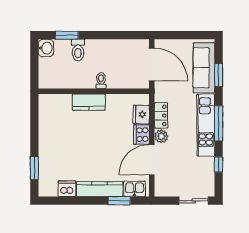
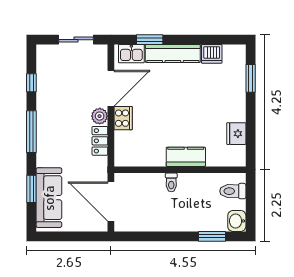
toilet: (78, 50) -> (233, 191), moved, turned -90
fridge: (141, 114) -> (236, 134), moved, turned 180
kitchen unit: (206, 125) -> (47, 129), removed
sliding door: (194, 201) -> (76, 40), moved

